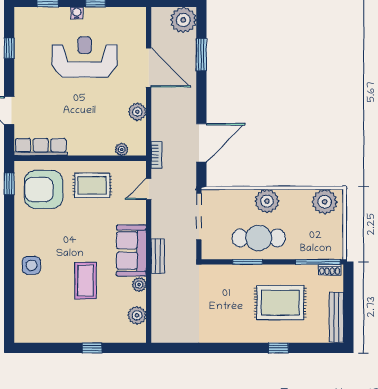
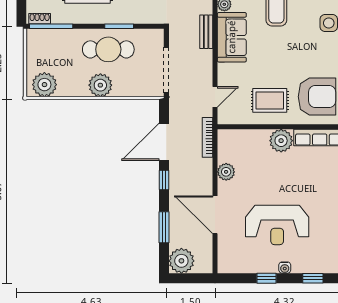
window: (201, 103) -> (164, 180), added
plant: (122, 149) -> (281, 141), moved, width x1.87, depth x1.87
bookcase: (156, 155) -> (207, 137), width x1.56

